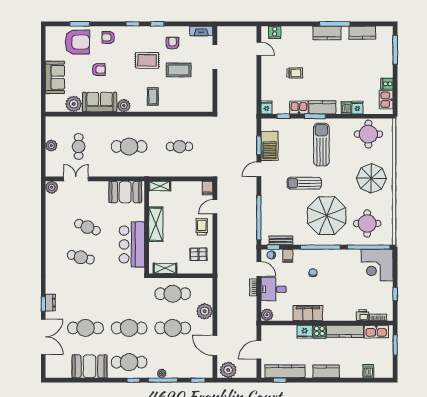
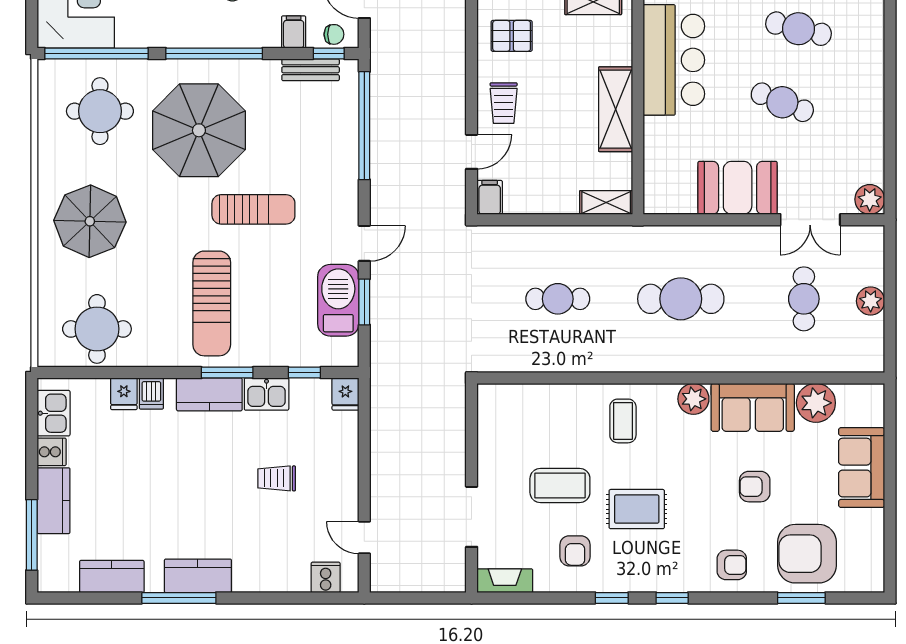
kitchen counter: (386, 64) -> (53, 501), added
booth: (125, 192) -> (738, 188), moved

